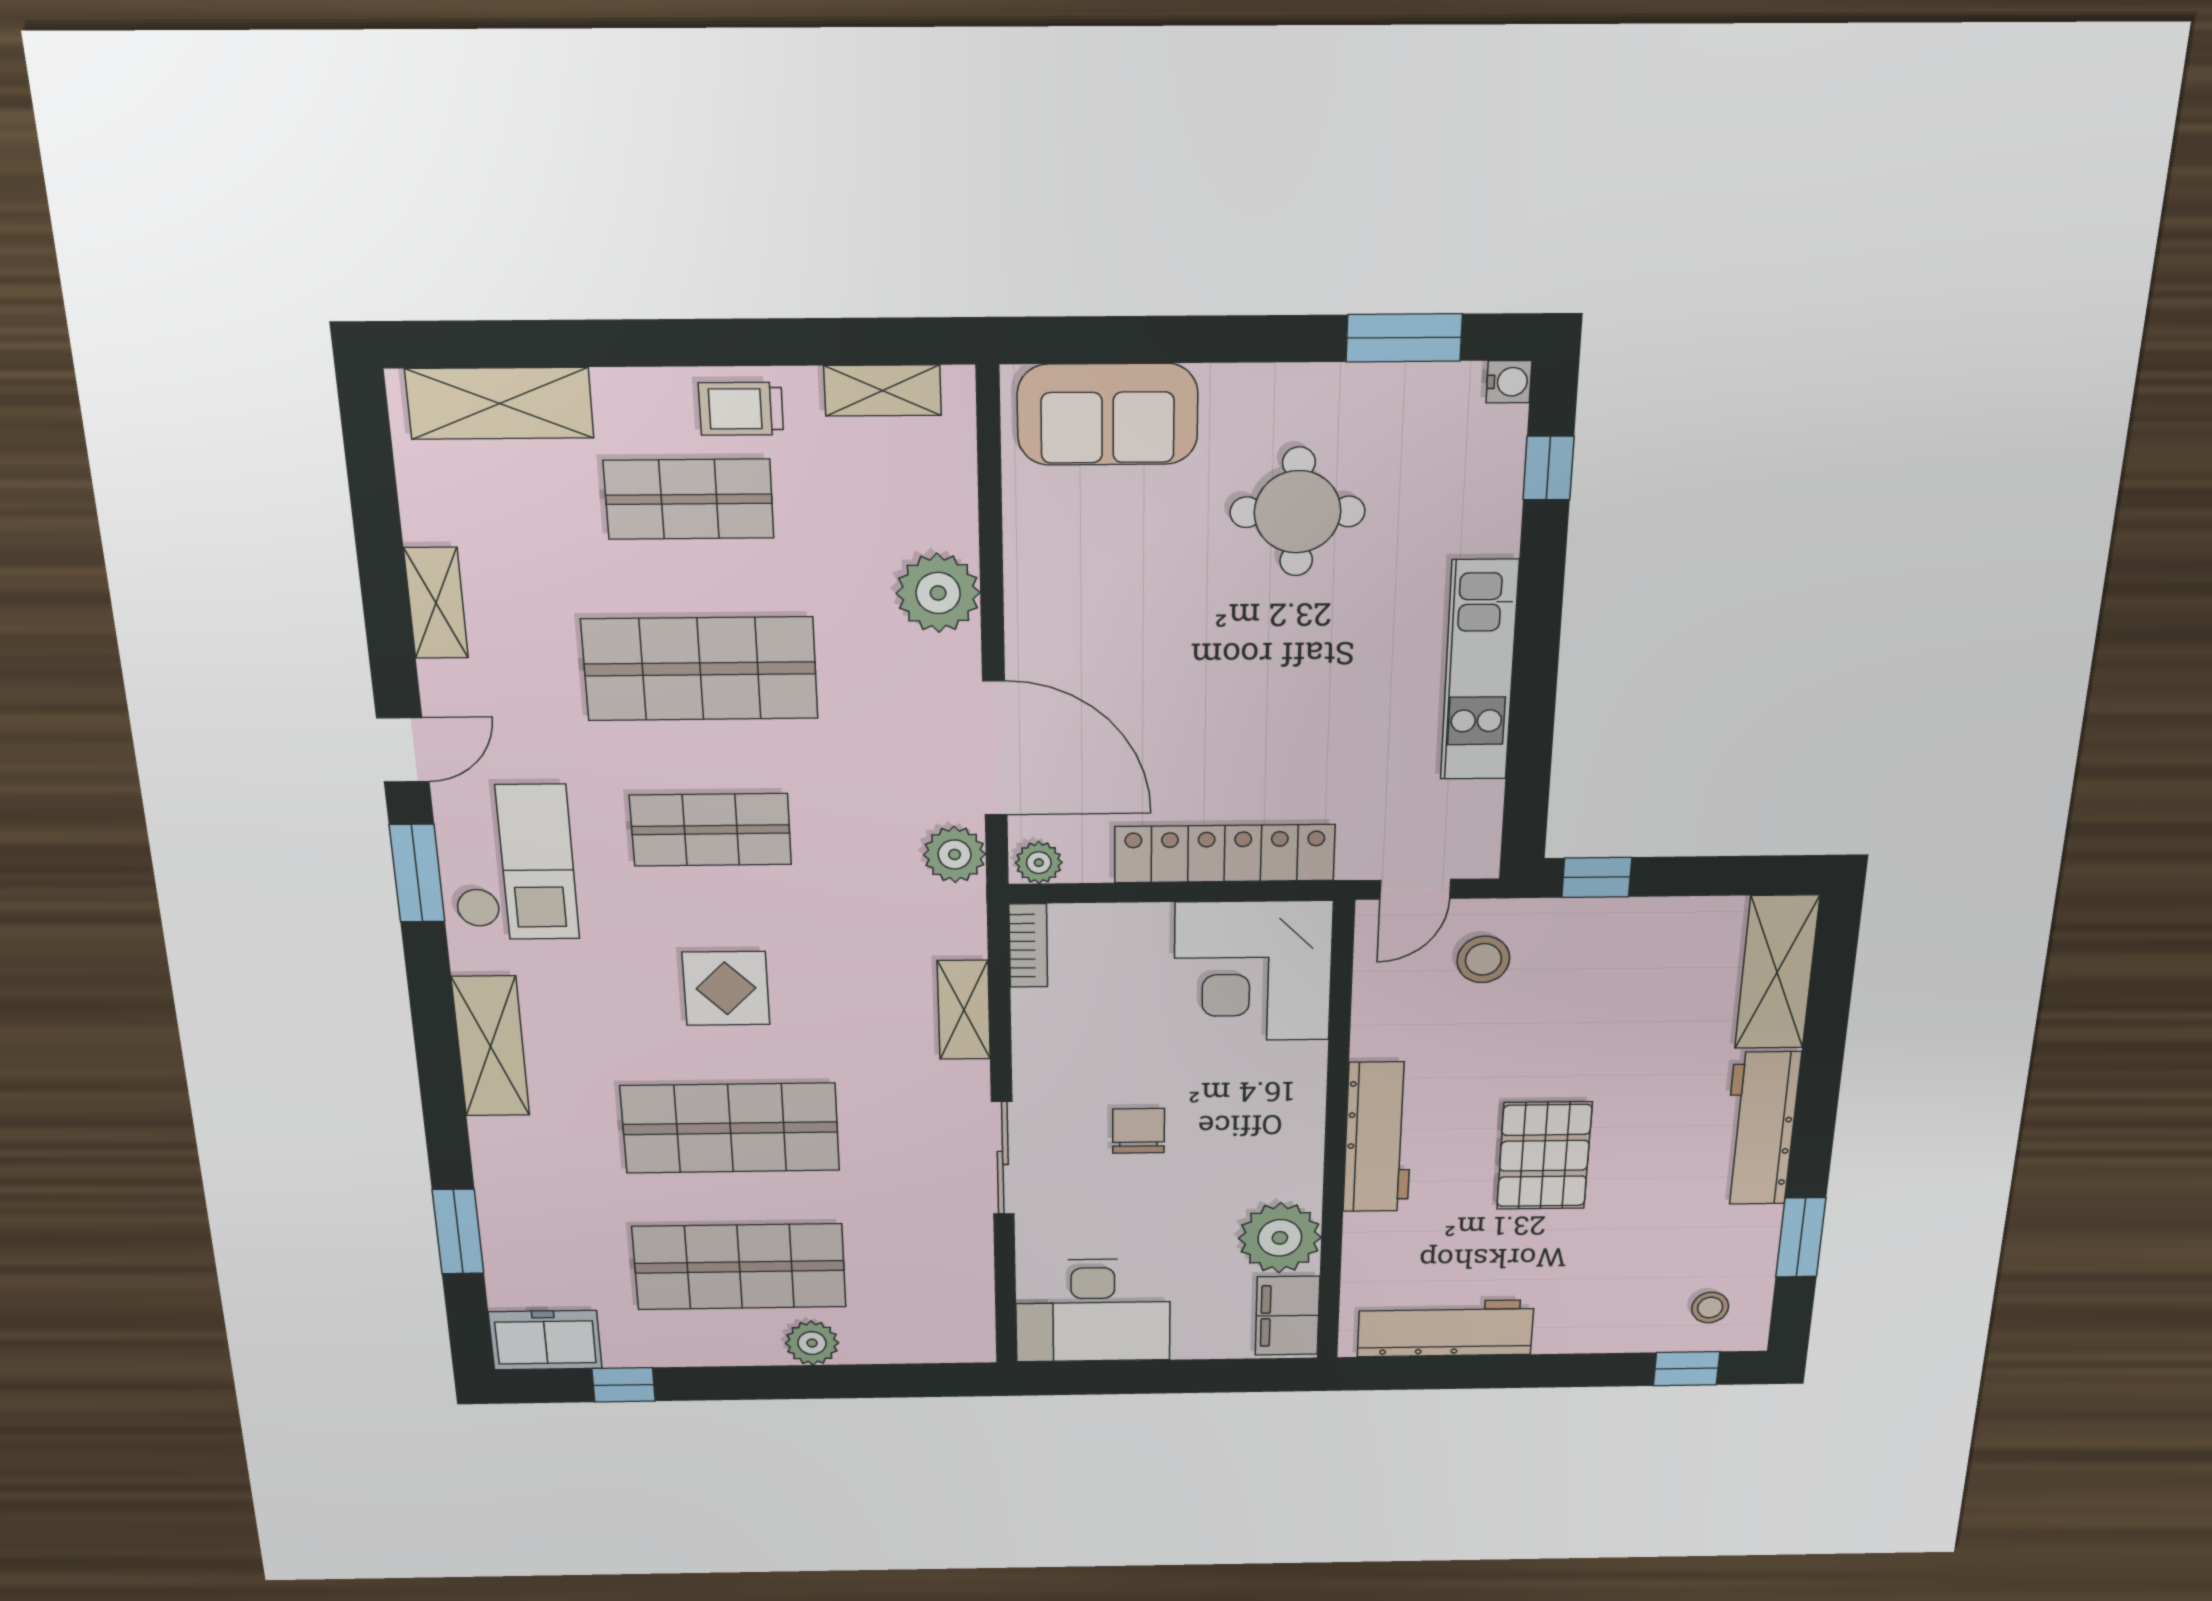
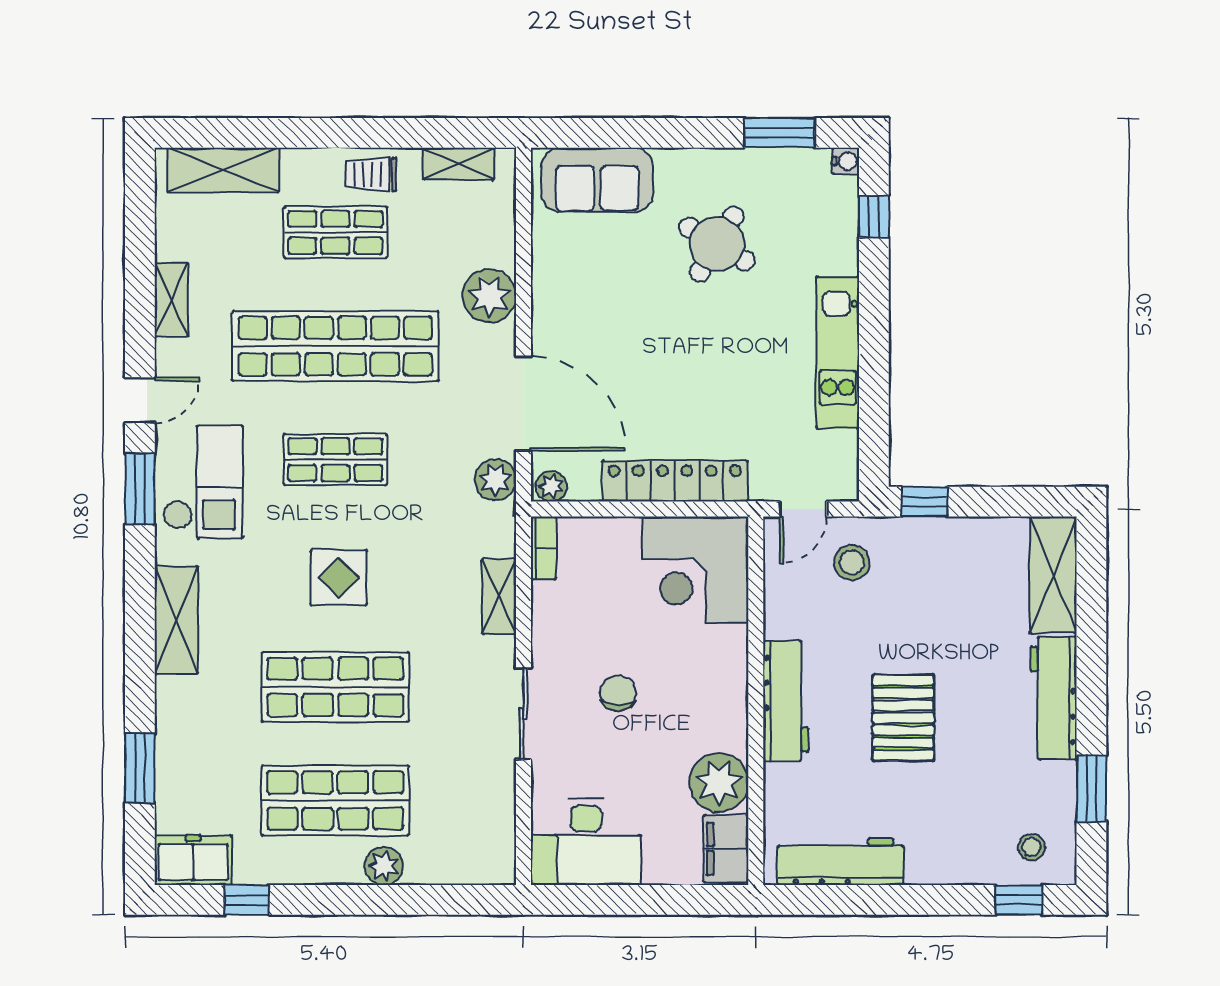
round table: (1298, 512) -> (717, 244), turned 31
shop shelf: (700, 669) -> (335, 346), width x1.40

